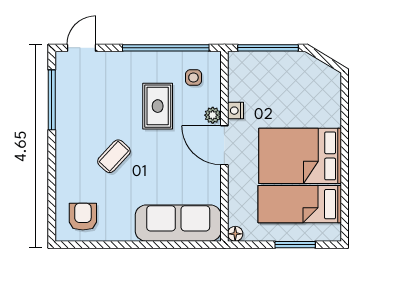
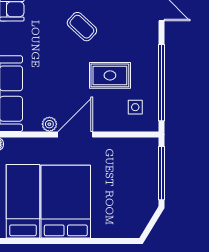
nightstand: (235, 111) -> (106, 144), removed
plant: (213, 115) -> (49, 124), moved
coffee table: (114, 156) -> (82, 27), moved

